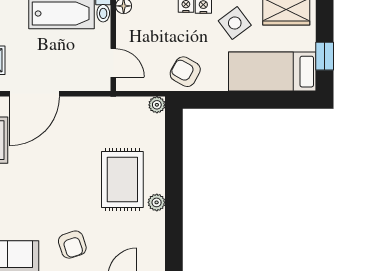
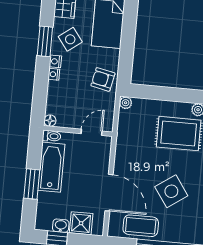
armchair: (185, 72) -> (103, 79), turned 73
side table: (44, 177) -> (171, 191), added

